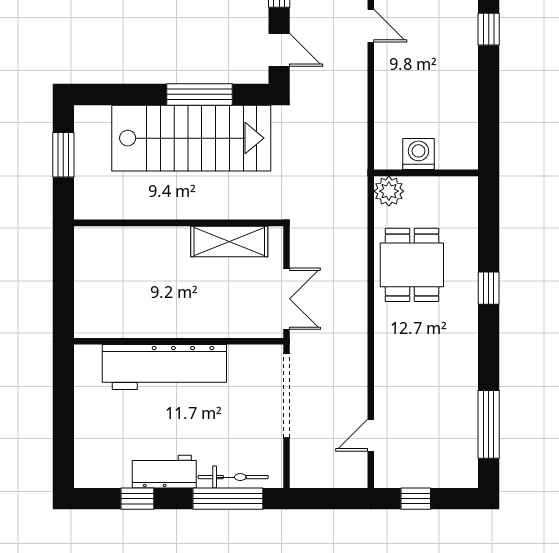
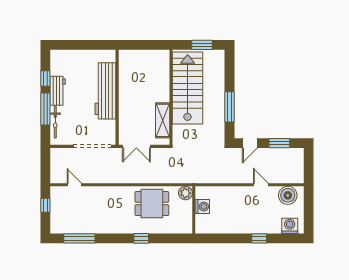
door: (371, 26) -> (261, 185), swing flipped
stairs: (191, 138) -> (188, 88), moved, turned 180
window: (228, 499) -> (45, 109), moved

